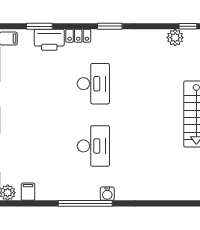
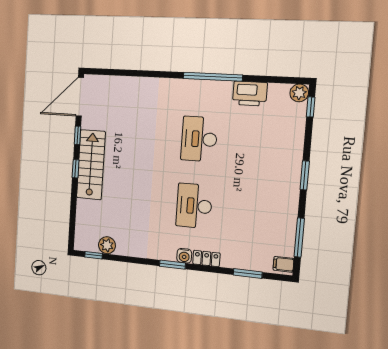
printer: (49, 40) -> (250, 94), moved, turned 180
filing cabinet: (28, 192) -> (276, 93), removed
water cooler: (107, 194) -> (184, 256), moved, turned 180

